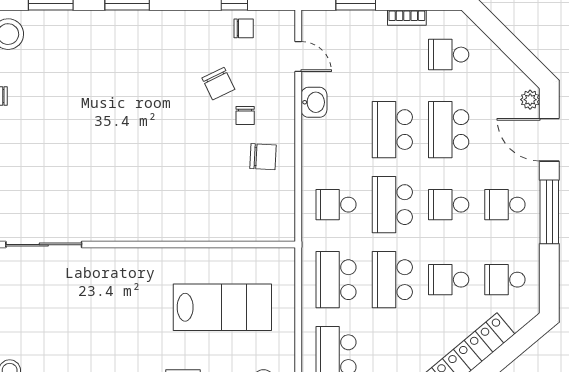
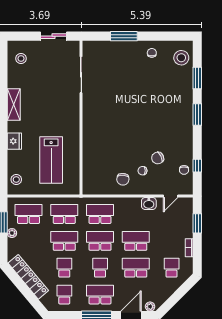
school desk: (336, 205) -> (100, 214), width x1.85
school desk: (505, 205) -> (100, 295), width x1.85

